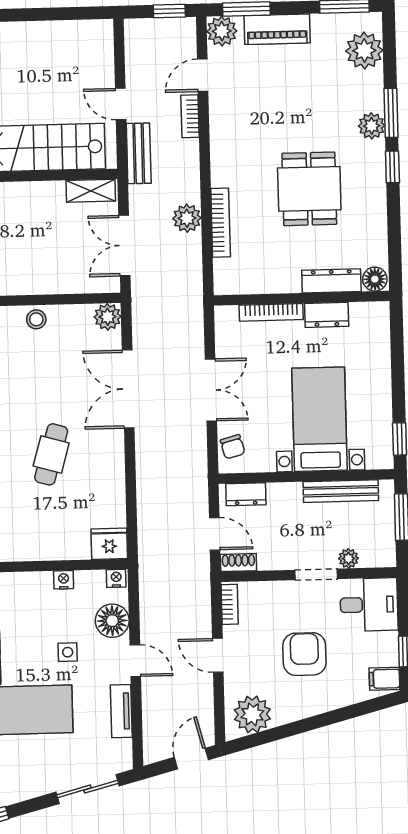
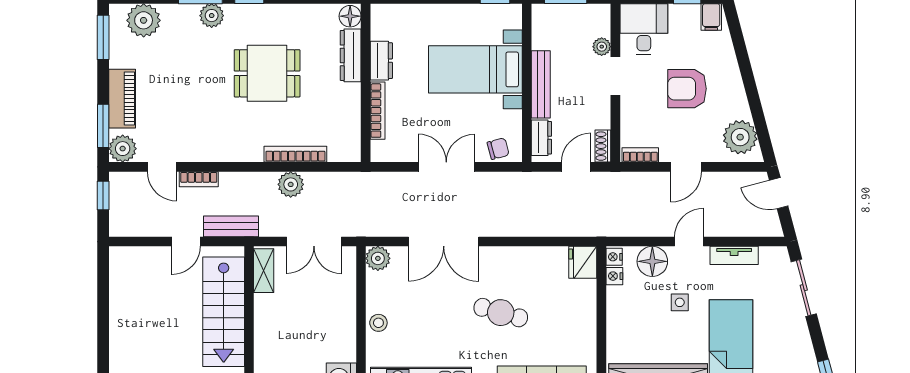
bench: (341, 491) -> (541, 84), moved
nightstand: (64, 580) -> (614, 276), moved

